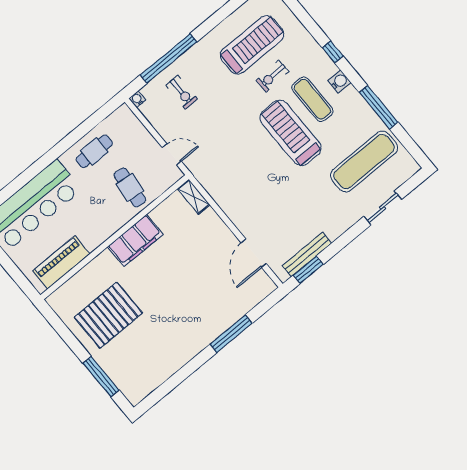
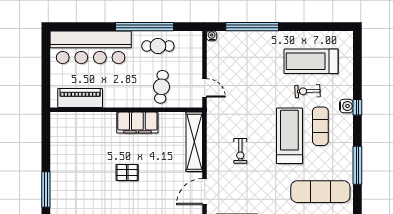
treadmill: (252, 45) -> (311, 61), turned 180
water cooler: (339, 82) -> (346, 106), moved
exercise bike: (182, 92) -> (240, 151), moved
window: (66, 143) -> (144, 27), added
shelving: (194, 197) -> (194, 142), width x2.20, depth x1.33
pallet: (108, 315) -> (127, 172), moved, width x0.49, depth x0.50

